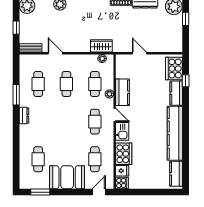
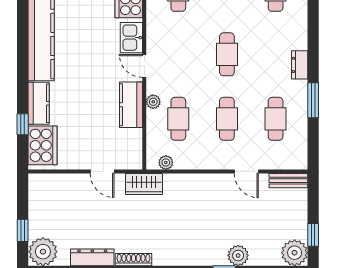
window: (16, 28) -> (313, 235), moved
wardrobe: (101, 46) -> (144, 184), moved
cafe table: (95, 122) -> (227, 54), moved

